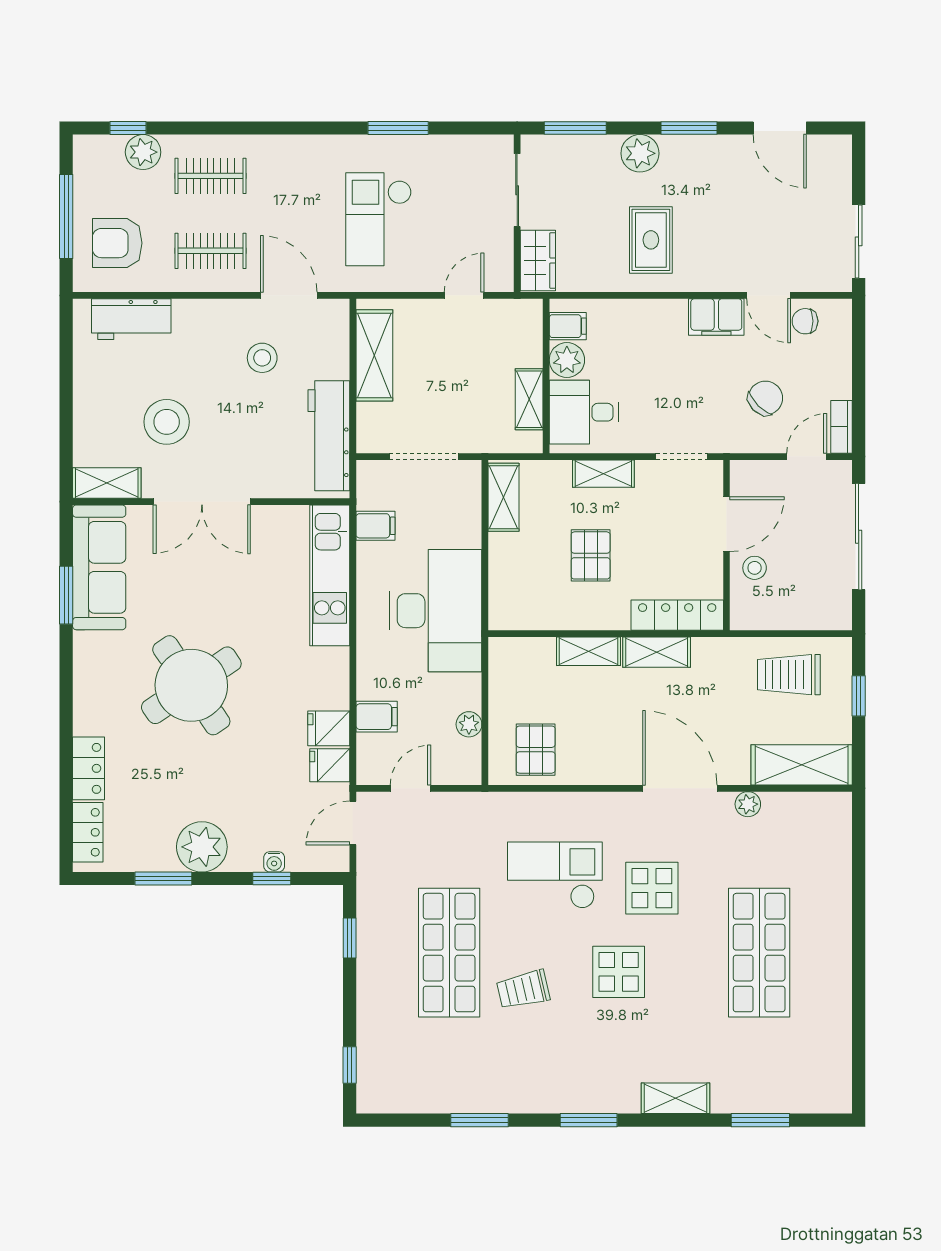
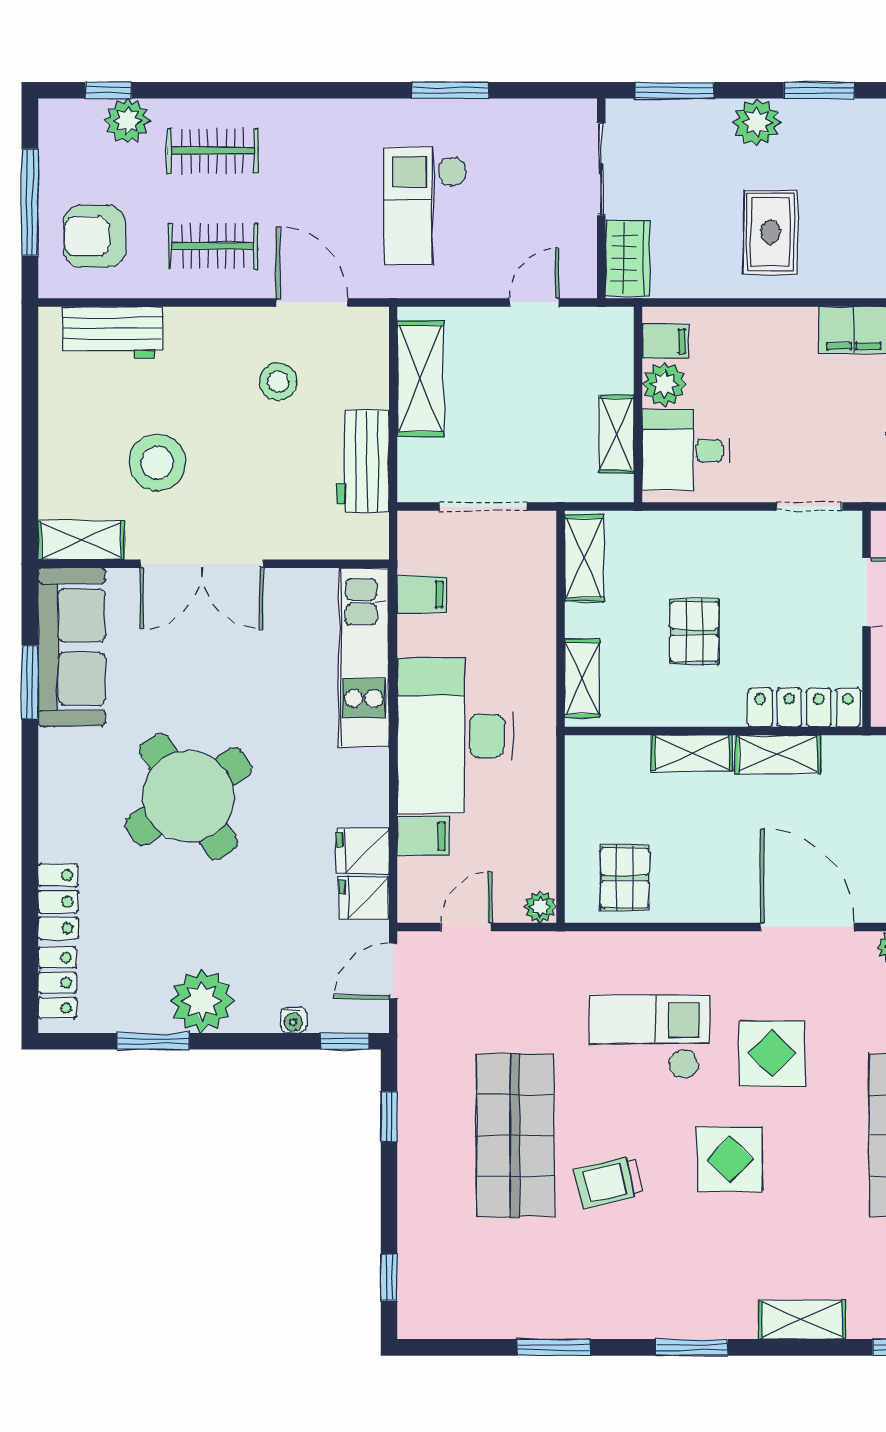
workbench: (329, 436) -> (363, 461), width x0.73
shelving: (603, 474) -> (582, 678), moved, turned 90
desk: (436, 611) -> (455, 736), moved, turned 180
plant: (469, 724) -> (540, 907), moved
window: (272, 879) -> (345, 1041), moved

